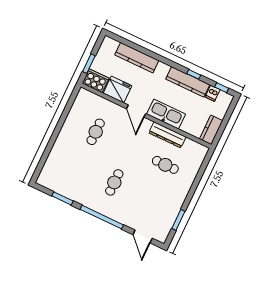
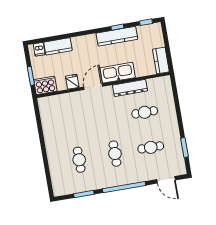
kitchen counter: (137, 58) -> (58, 46), width x0.67
fridge: (117, 90) -> (72, 82), width x0.53, depth x0.75
dishwasher: (213, 93) -> (39, 49), moved
door: (136, 111) -> (93, 87), swing flipped
cafe table: (96, 132) -> (79, 160), moved
cafe table: (149, 199) -> (151, 147), added

